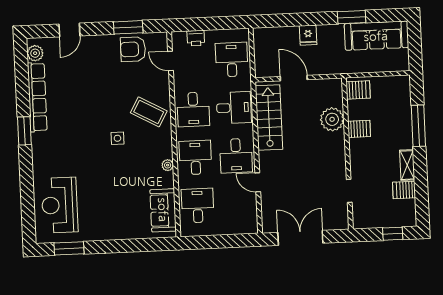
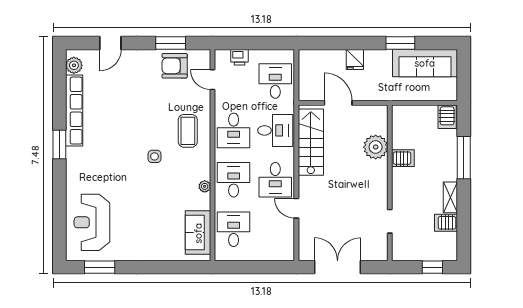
server rack: (358, 90) -> (447, 117), moved, turned 90
coffee table: (149, 112) -> (188, 131), turned 61

